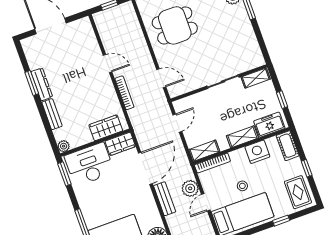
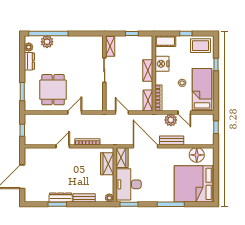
door: (161, 78) -> (75, 112), moved
freezer: (269, 125) -> (146, 49), removed

